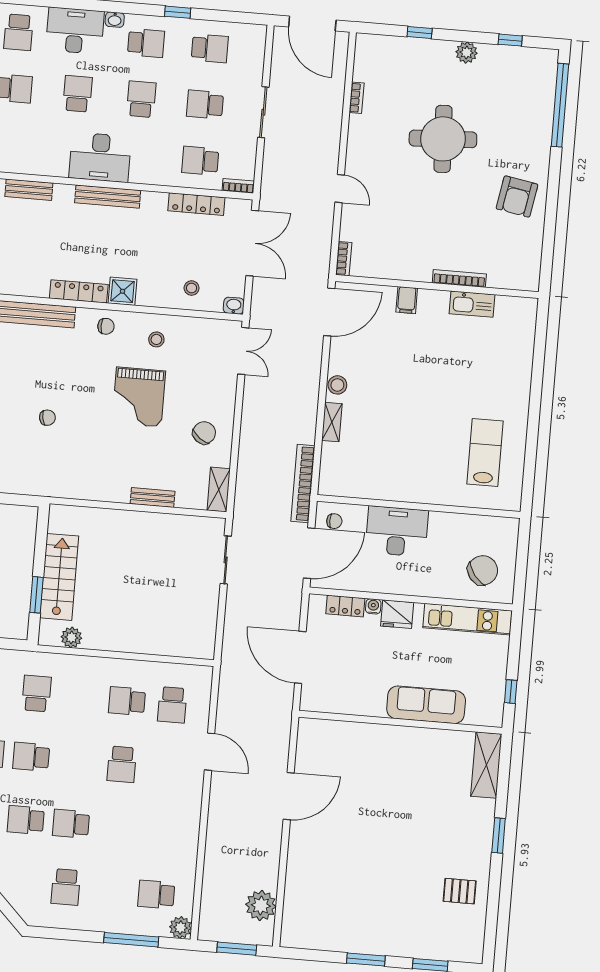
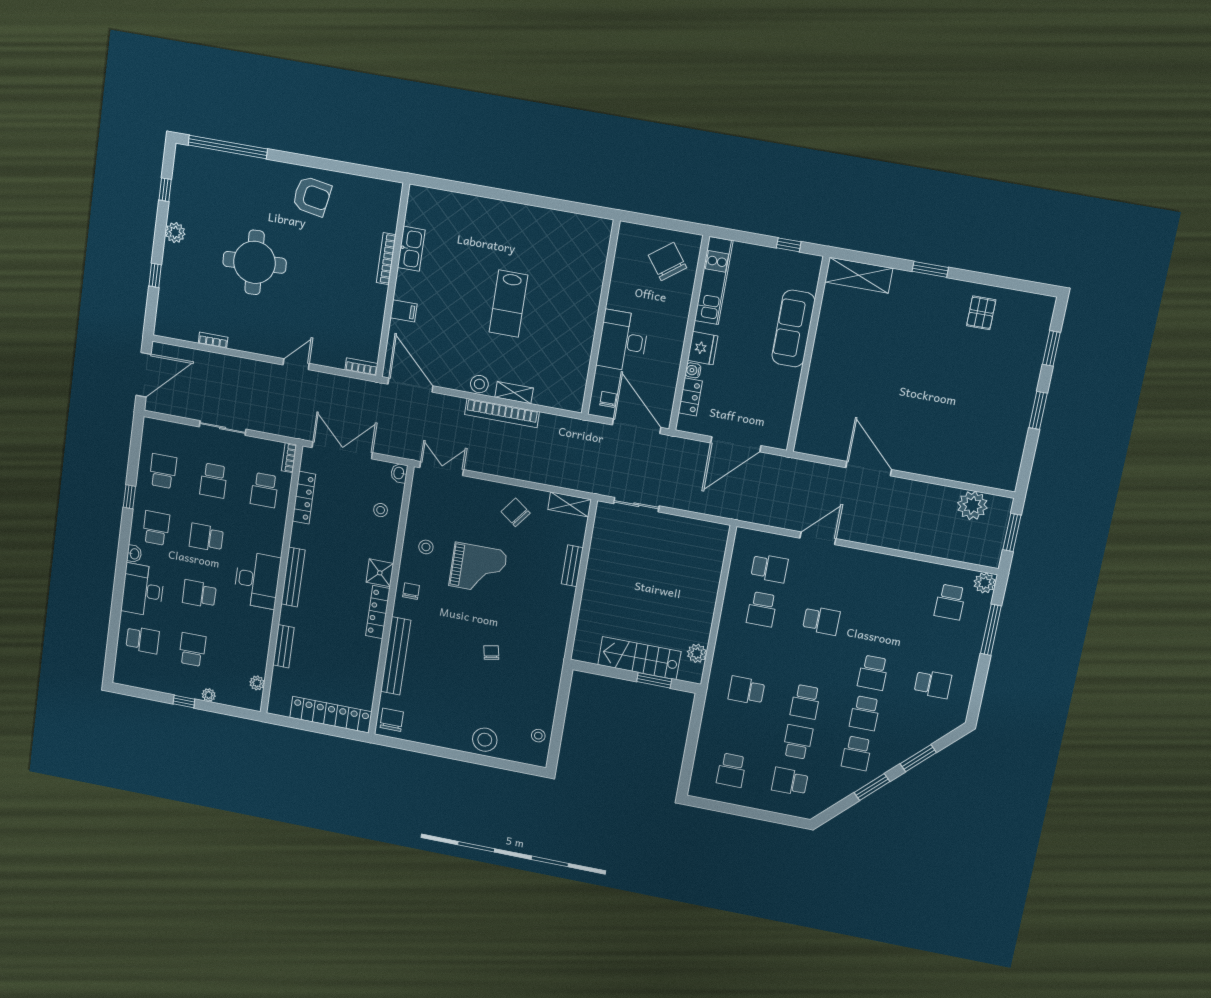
lab bench: (485, 453) -> (509, 304), moved, turned -90
bookcase: (303, 484) -> (502, 413), moved

